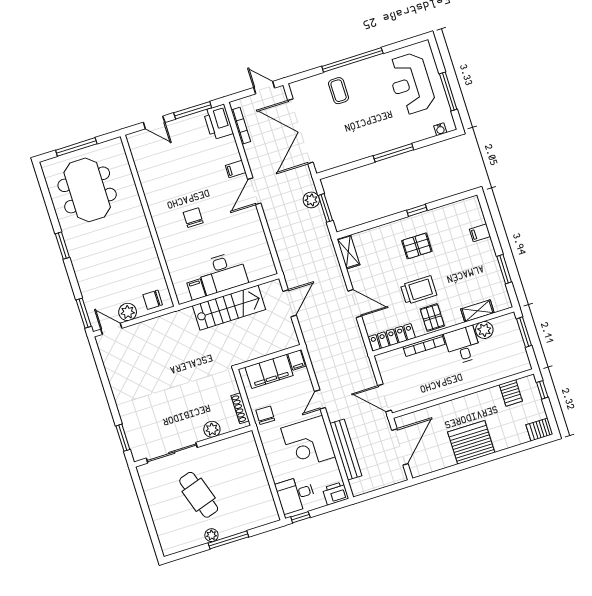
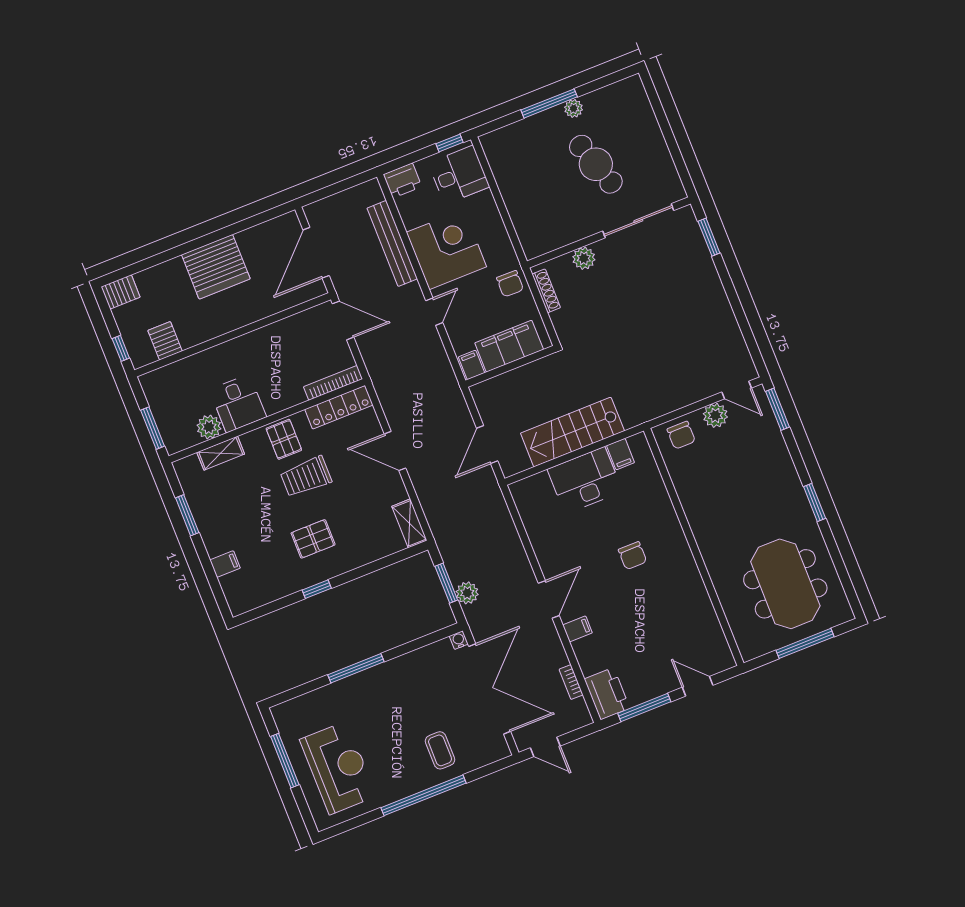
bookcase: (241, 126) -> (571, 682), width x0.64
water cooler: (440, 129) -> (459, 640), moved
chair: (153, 300) -> (681, 435), turned 90
bookcase: (424, 345) -> (333, 383), moved

